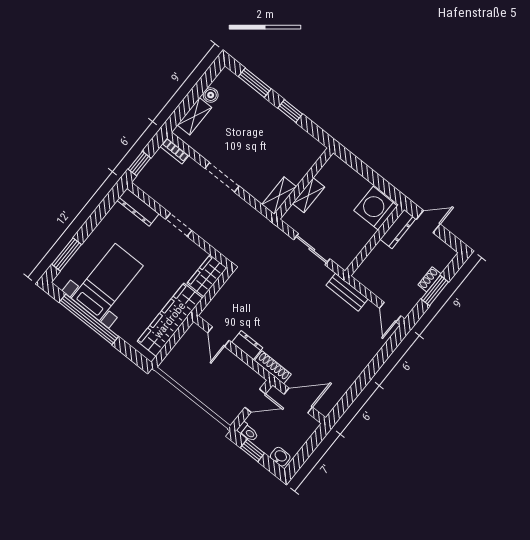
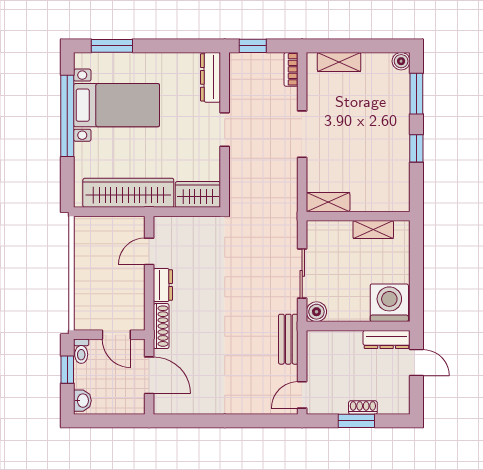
boiler: (211, 95) -> (401, 61), moved
shelving: (309, 195) -> (373, 230), moved
boiler: (344, 260) -> (316, 312), added

